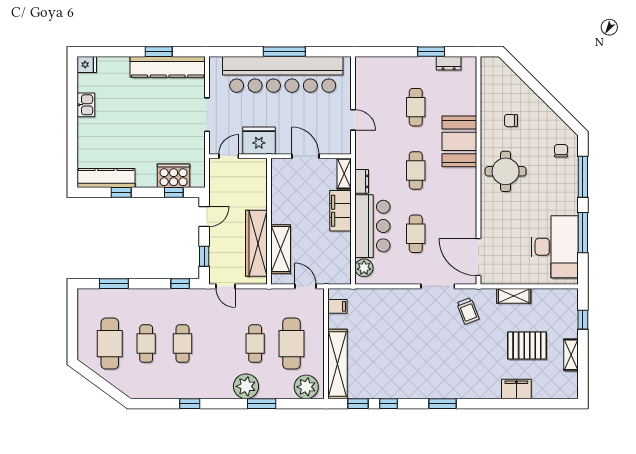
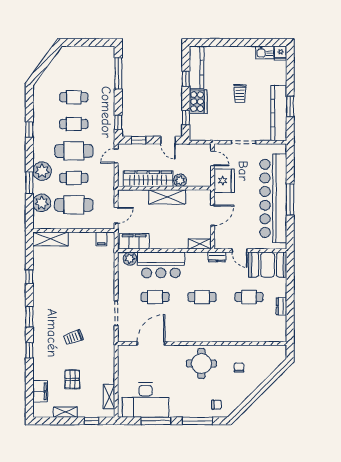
window: (431, 52) -> (290, 308), removed
dresser: (449, 63) -> (281, 306), moved
kitchen sink: (86, 105) -> (265, 52), moved
trolley: (141, 119) -> (240, 94), added
door: (353, 120) -> (239, 251), hinge flipped
booth: (459, 141) -> (268, 265), moved
cooker: (174, 176) -> (198, 102), moved
dresser: (362, 181) -> (217, 257), moved
plant: (258, 200) -> (180, 180), added
filing cabinet: (341, 211) -> (134, 241), moved
shelving: (281, 249) -> (167, 197), moved
door: (478, 257) -> (151, 343), moved
window: (114, 284) -> (118, 73), width x1.44
shelving: (514, 296) -> (109, 397), moved
trolley: (468, 311) -> (73, 337), moved
cafe table: (110, 344) -> (74, 151), moved
pallet: (527, 346) -> (72, 379), width x0.67, depth x0.71
shelving: (337, 364) -> (50, 239), width x0.68
plant: (306, 387) -> (42, 203), moved
filing cabinet: (516, 389) -> (40, 391), moved
window: (358, 404) -> (29, 350), moved

